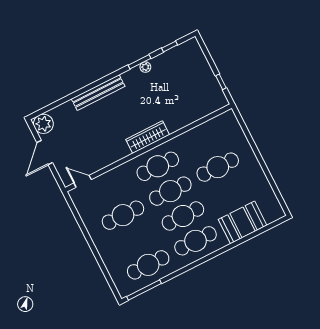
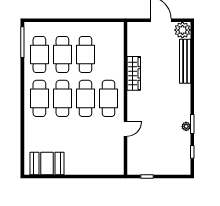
bench: (98, 93) -> (185, 61), moved
wardrobe: (148, 137) -> (134, 73), moved
cafe table: (218, 167) -> (62, 55), moved
door: (83, 181) -> (125, 129), moved
booth: (243, 222) -> (47, 163), moved, turned 90

